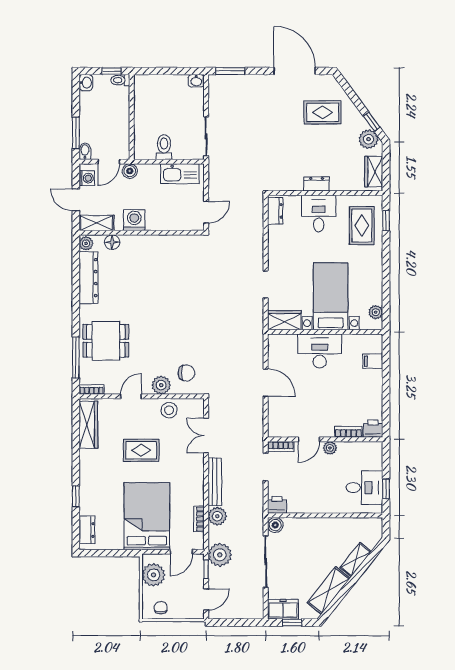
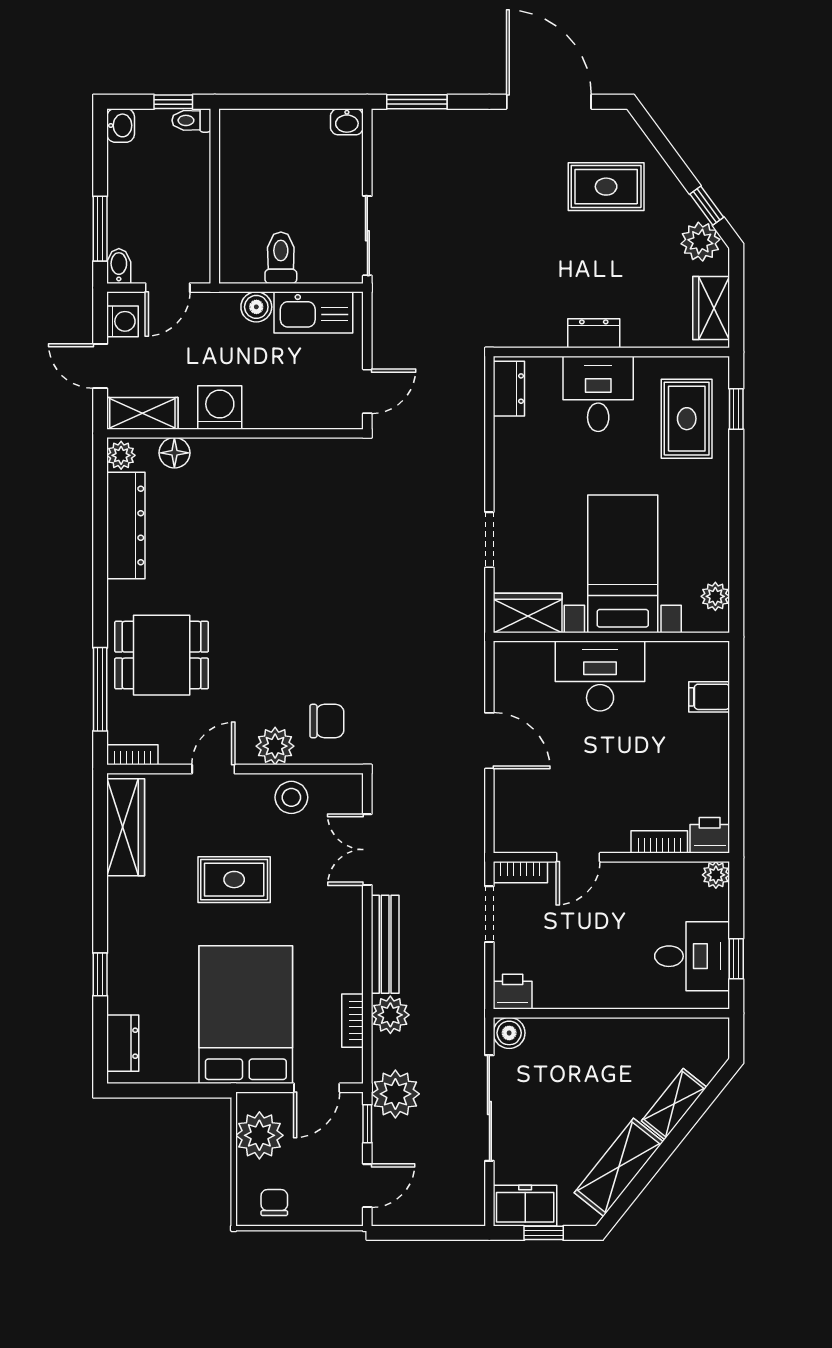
boiler: (130, 171) -> (256, 307), moved
plant: (330, 448) -> (716, 875), moved

